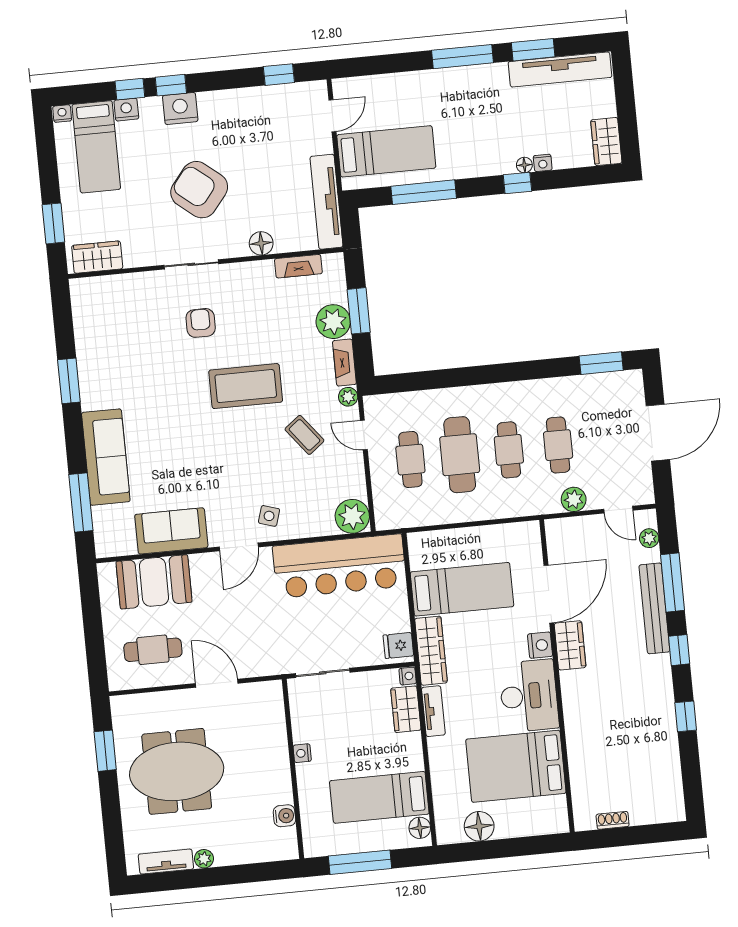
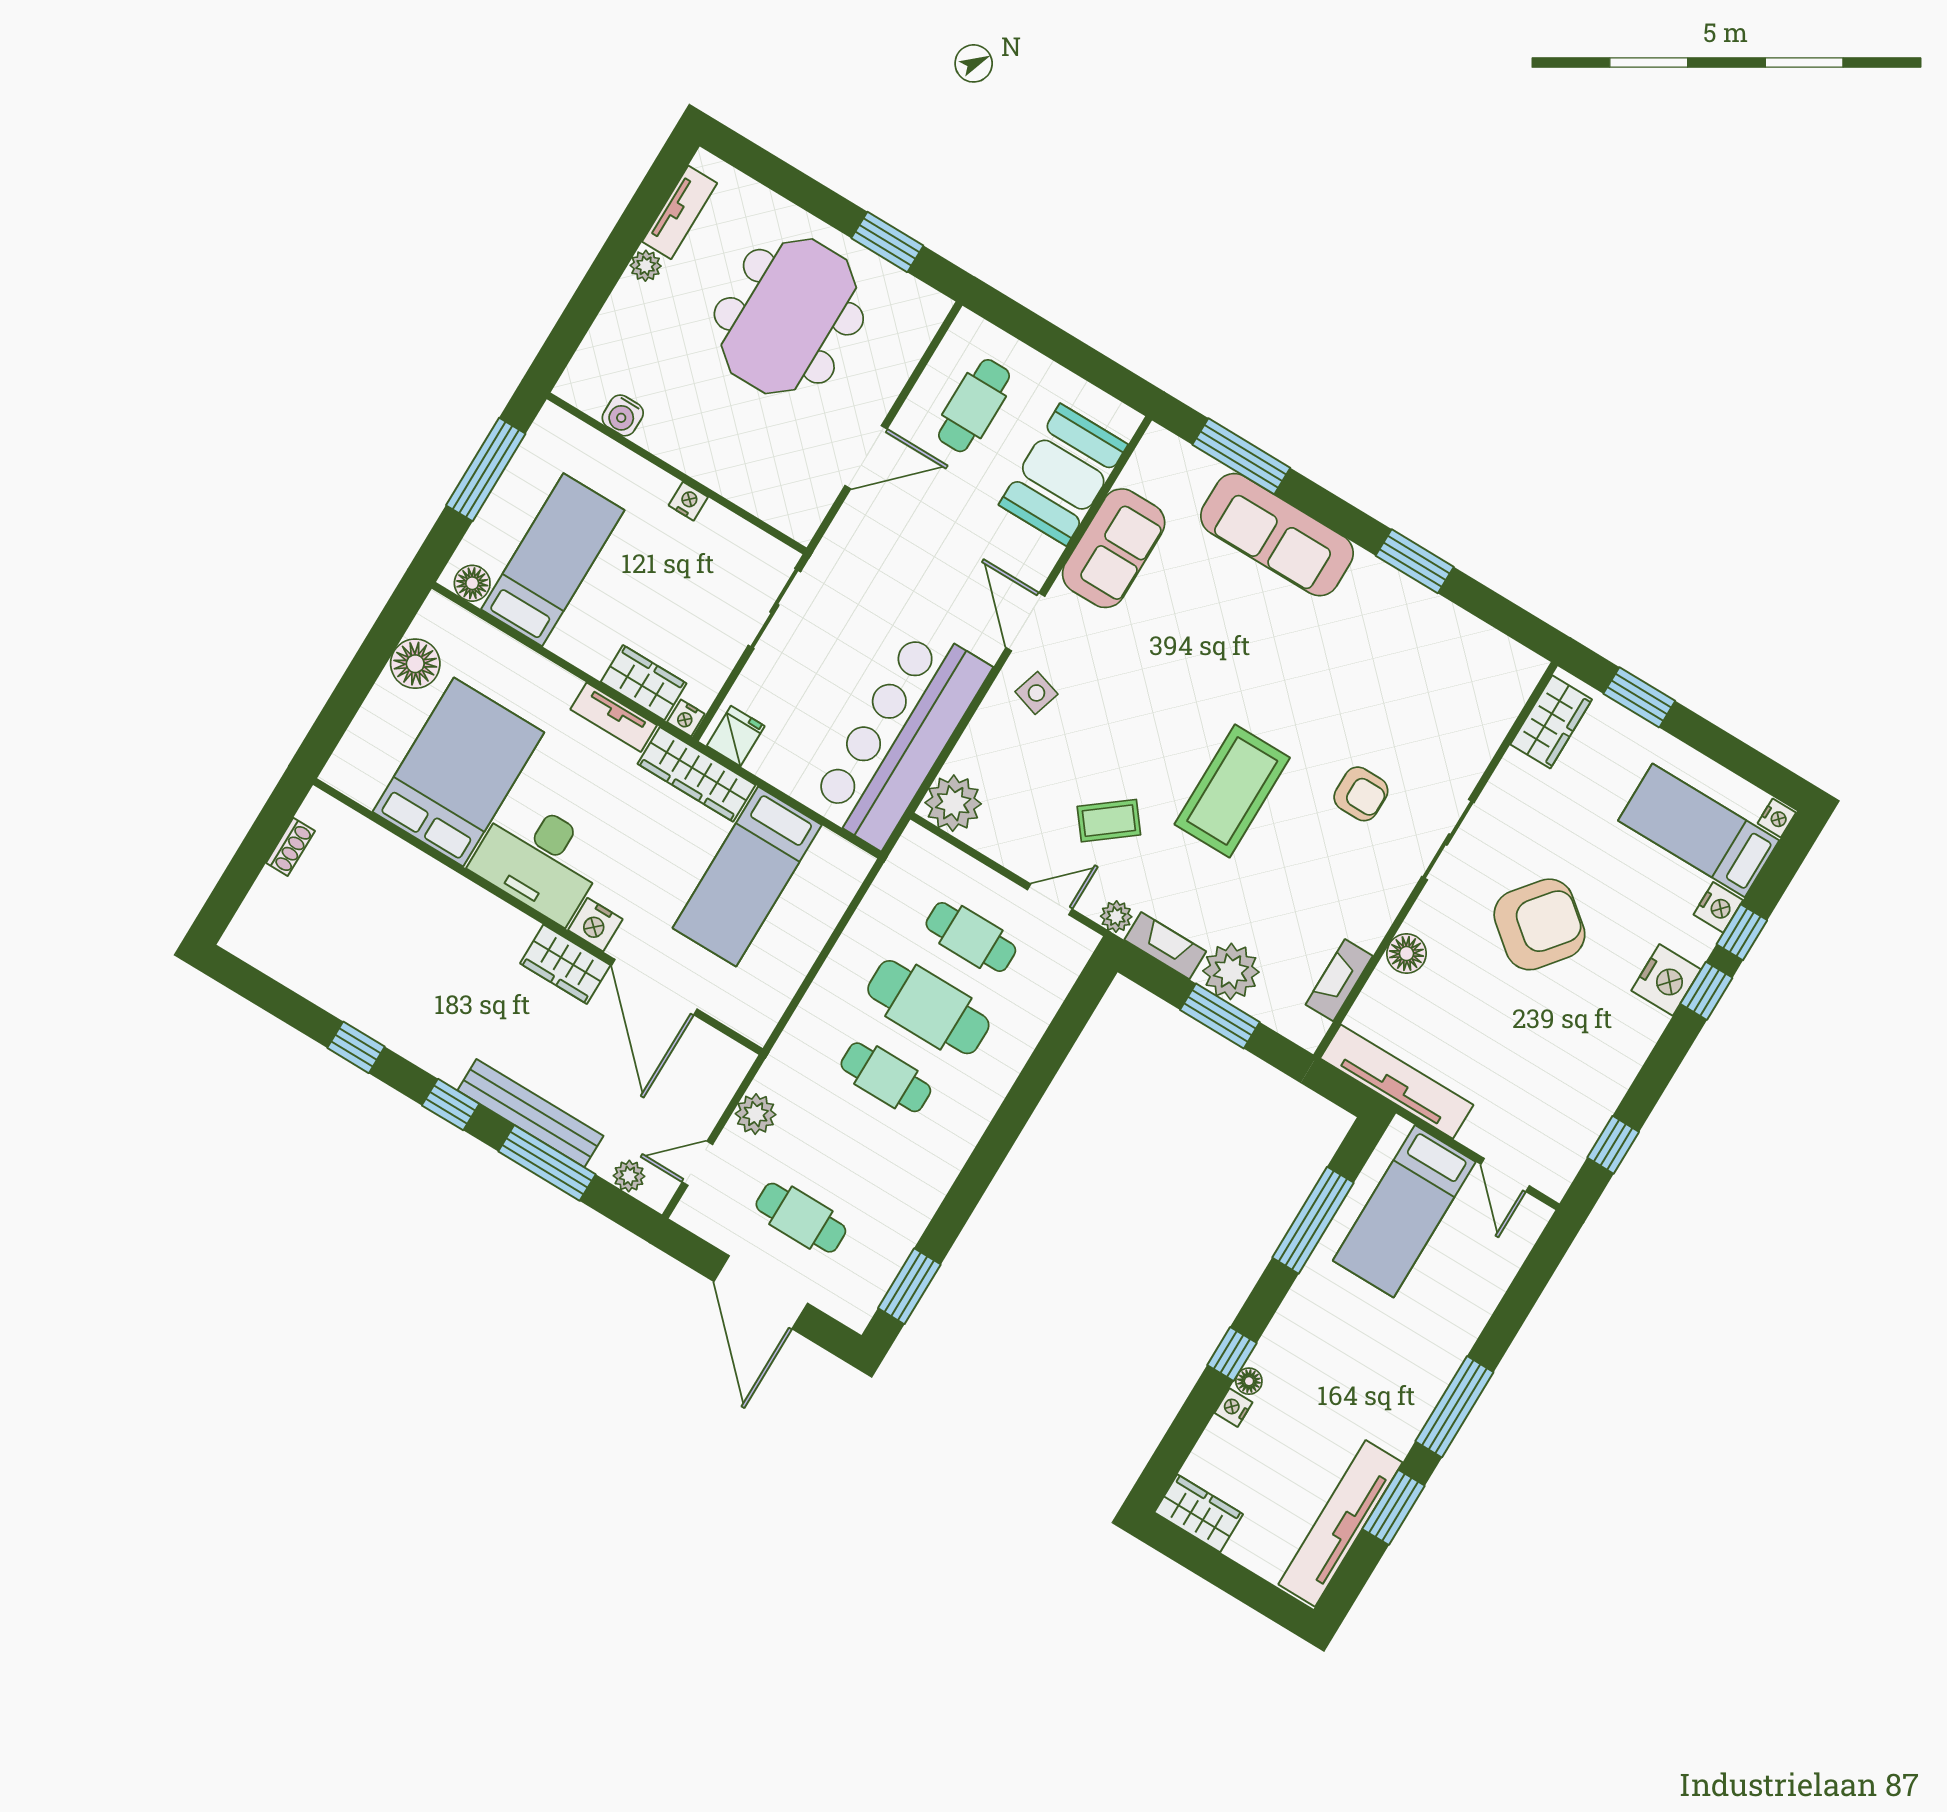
cafe table: (558, 445) -> (801, 1218), moved

